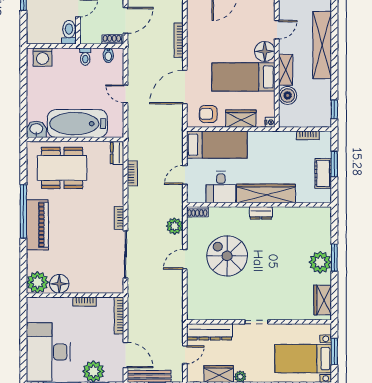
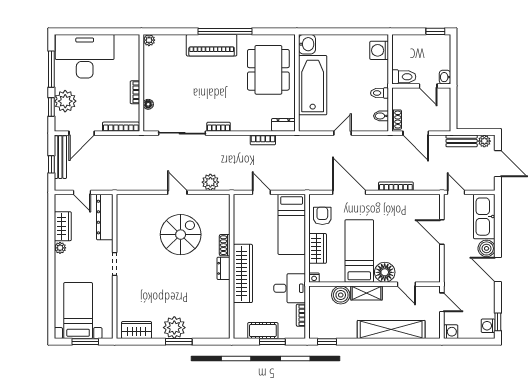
desk: (221, 187) -> (290, 288), moved, turned 180
shoe rack: (197, 212) -> (225, 245), moved
plant: (37, 282) -> (149, 40), width x0.53, depth x0.53
floor lamp: (59, 284) -> (148, 104), moved, width x0.53, depth x0.53

